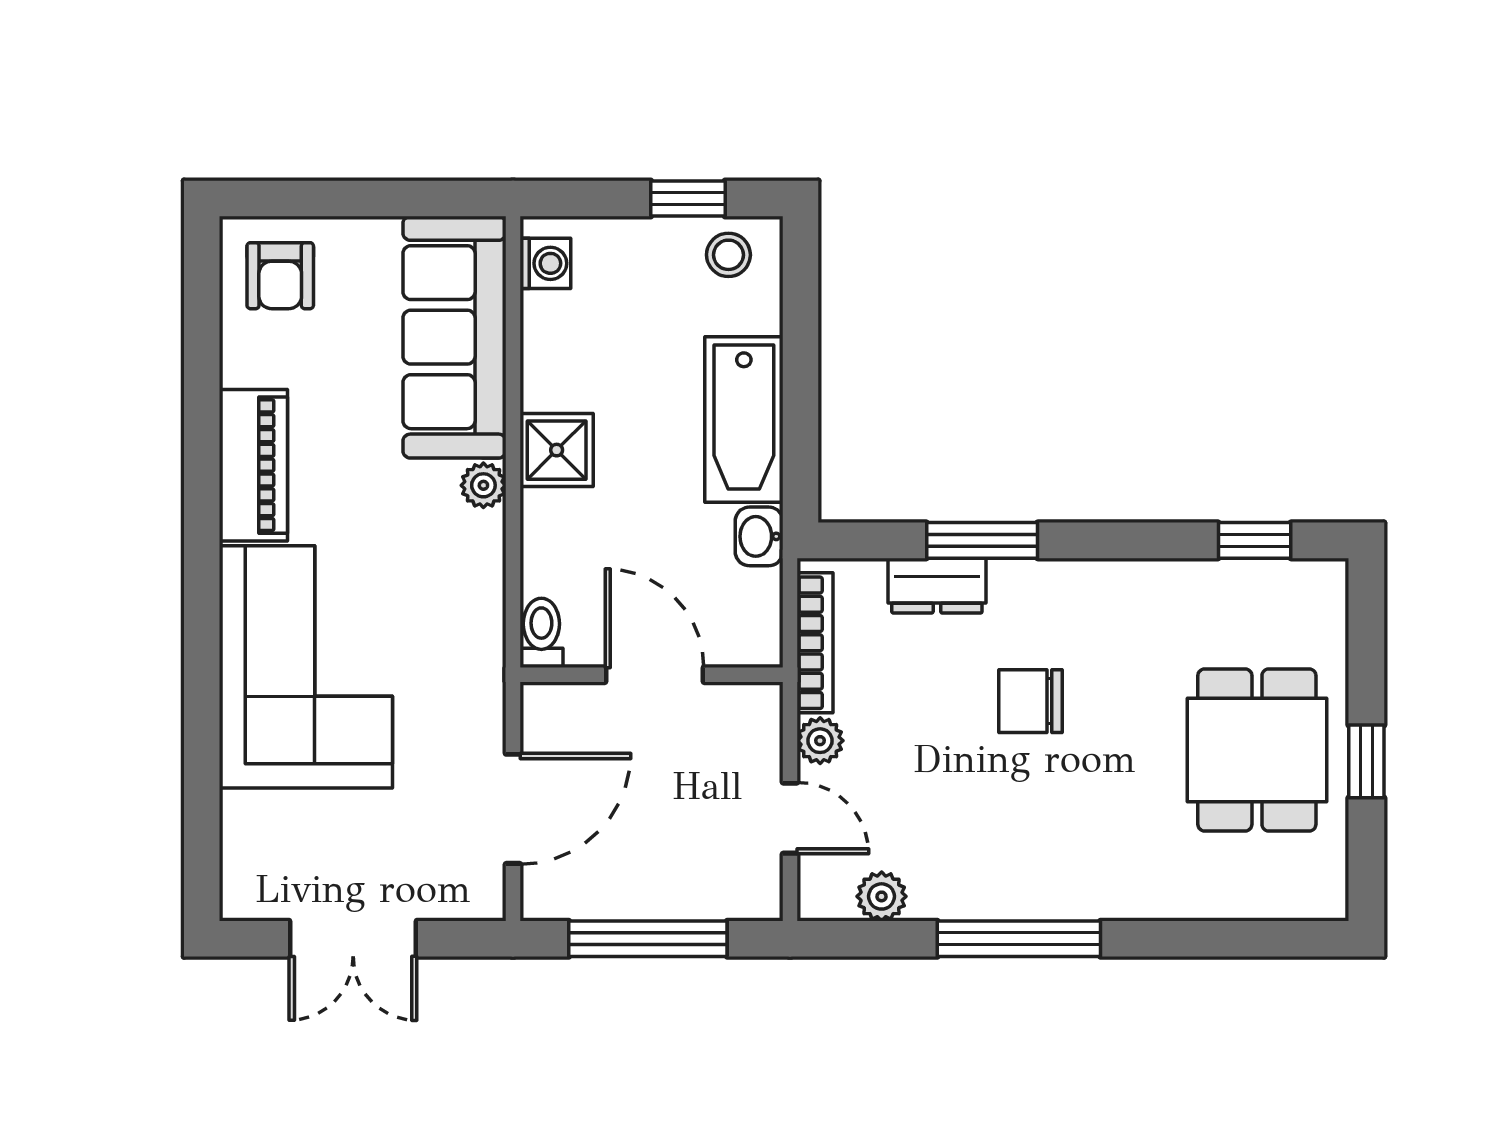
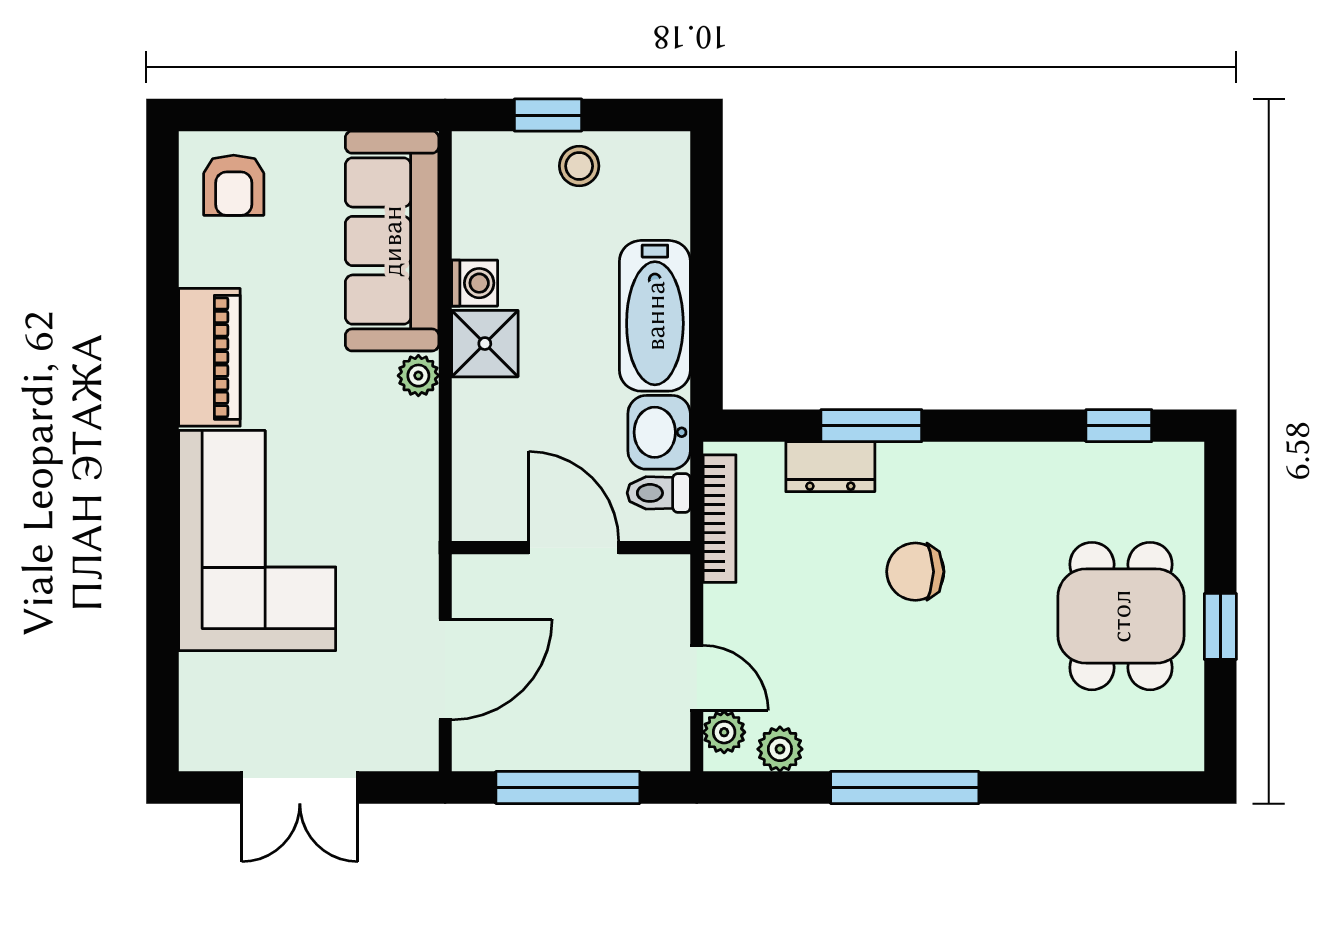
window: (688, 198) -> (548, 115), moved
stool: (728, 255) -> (579, 166), moved
washing machine: (545, 263) -> (475, 283), moved
washbasin: (759, 536) -> (659, 432), width x1.38, depth x1.45
toilet: (541, 633) -> (659, 493), moved, turned -90
plant: (820, 741) -> (724, 732), moved

